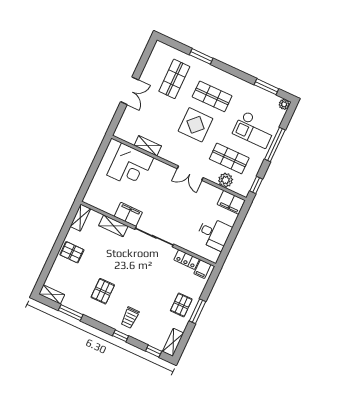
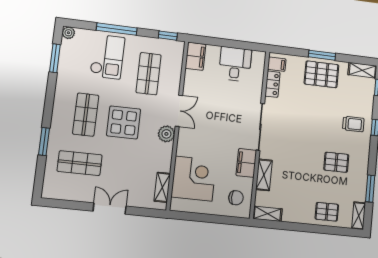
shelving: (148, 146) -> (162, 187), moved
plant: (226, 180) -> (166, 134), moved
chair: (103, 196) -> (236, 198), added
pallet: (72, 252) -> (327, 212), moved, turned 90
pallet: (181, 305) -> (321, 74), width x1.50, depth x1.42

